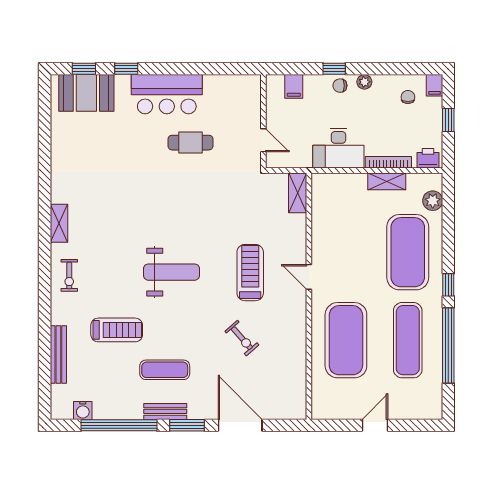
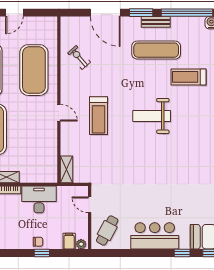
plant: (364, 82) -> (81, 244), moved
cafe table: (190, 143) -> (107, 230), moved, turned -62
exercise bike: (242, 338) -> (79, 57), moved
exercise mat: (165, 370) -> (156, 50), width x1.36, depth x1.45

